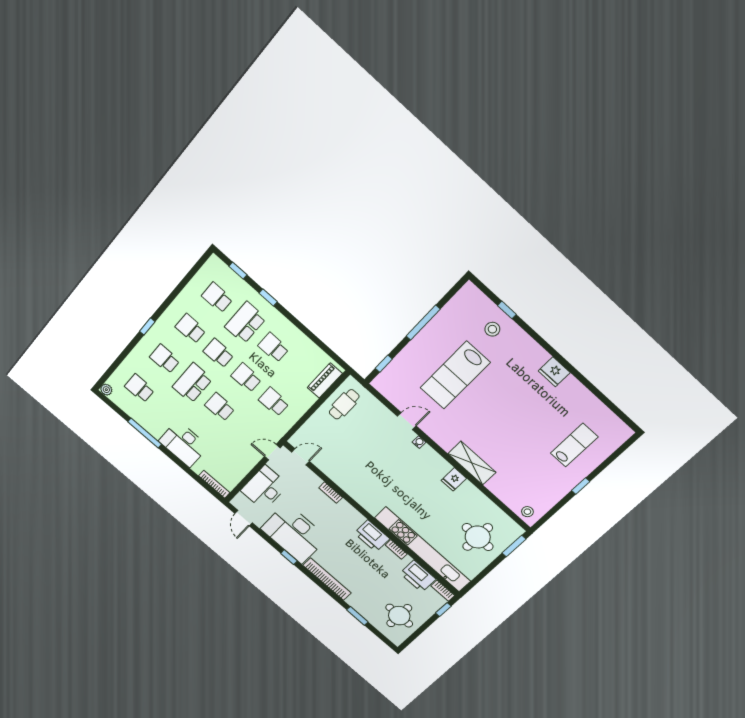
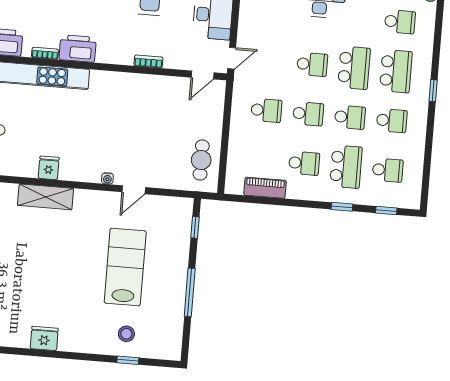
school desk: (165, 359) -> (396, 71), width x1.85
piano: (325, 380) -> (265, 188), moved, turned -90

